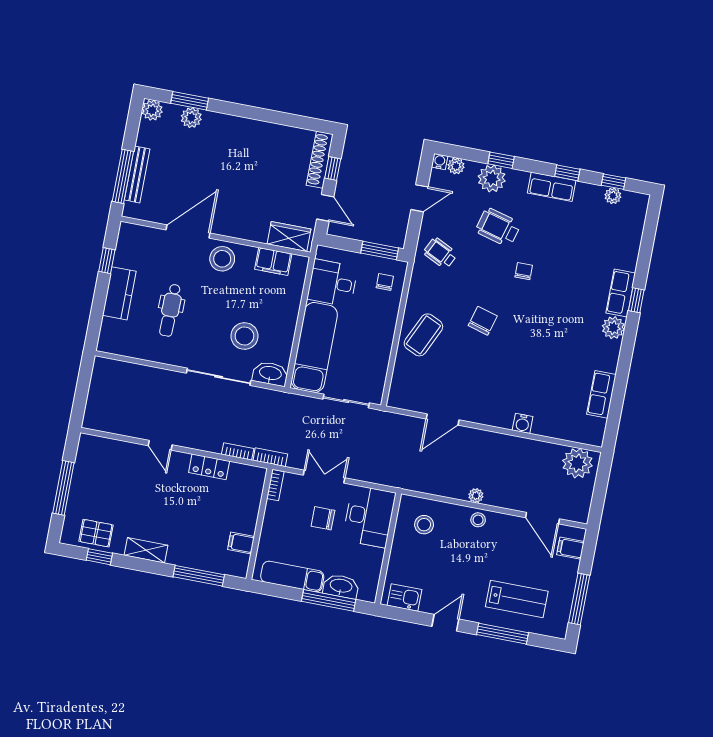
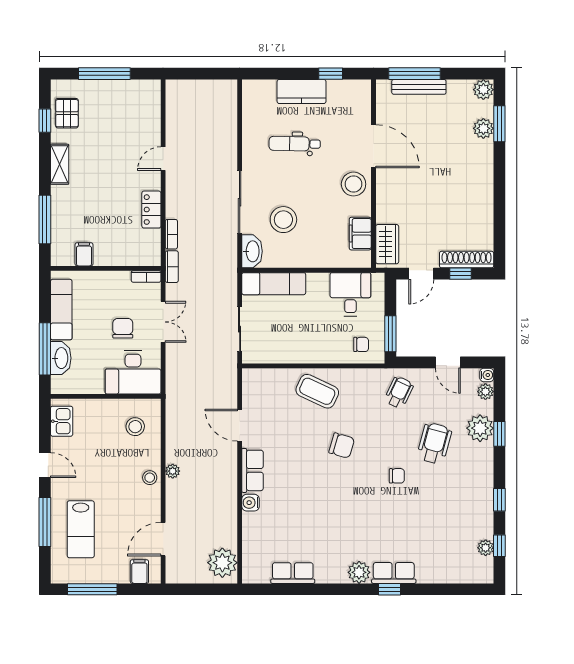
row of seats: (552, 187) -> (252, 470), moved, turned 180
exam couch: (314, 347) -> (274, 284), width x0.73, depth x0.69

